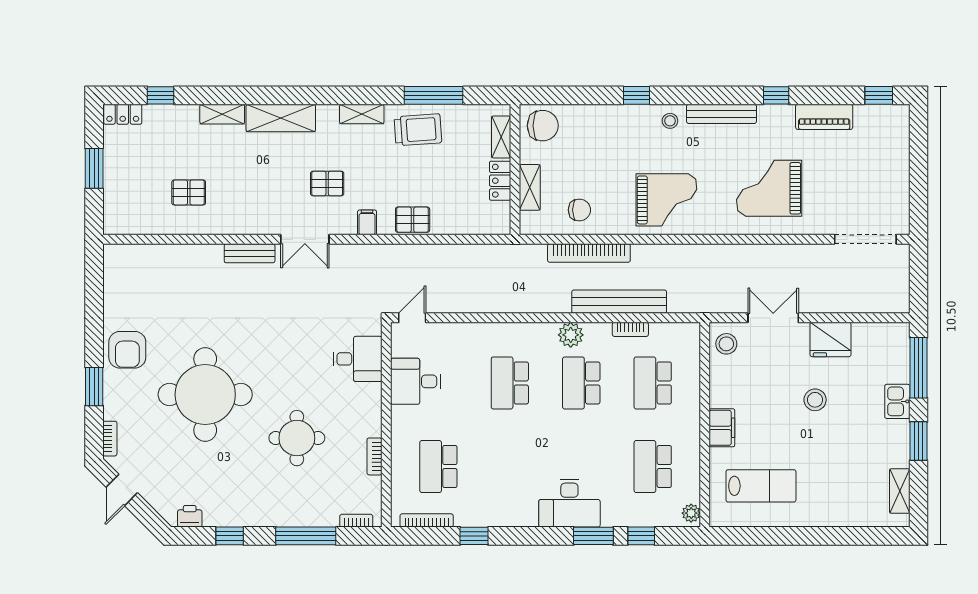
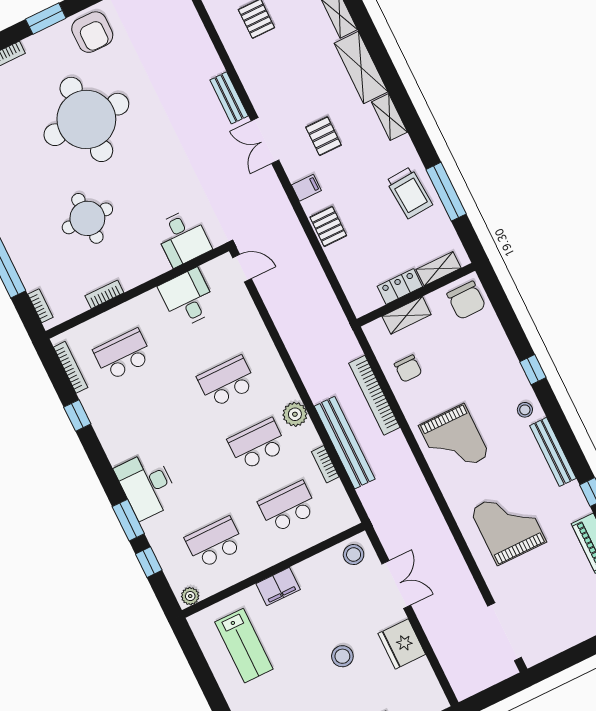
shelving: (362, 114) -> (389, 117), moved
armchair: (127, 350) -> (92, 32), turned -90

